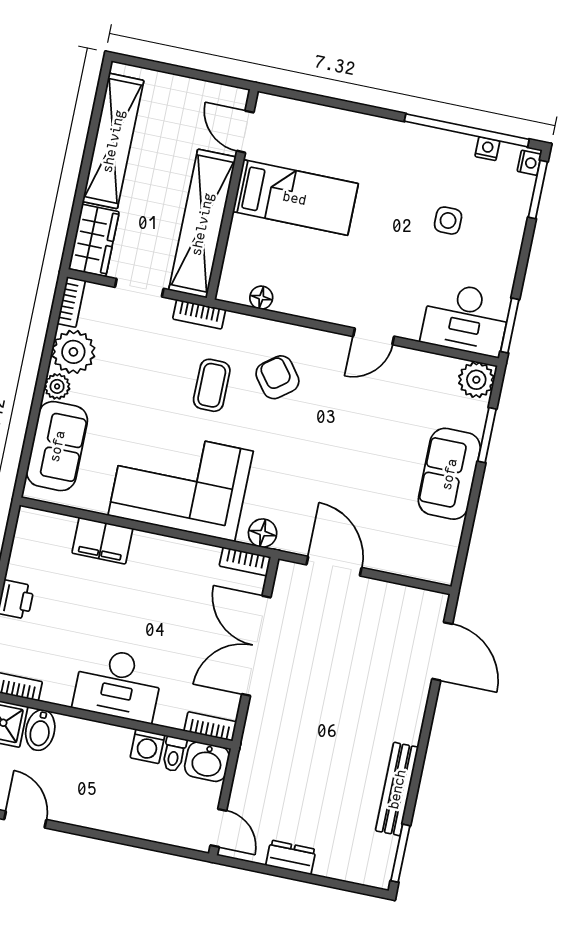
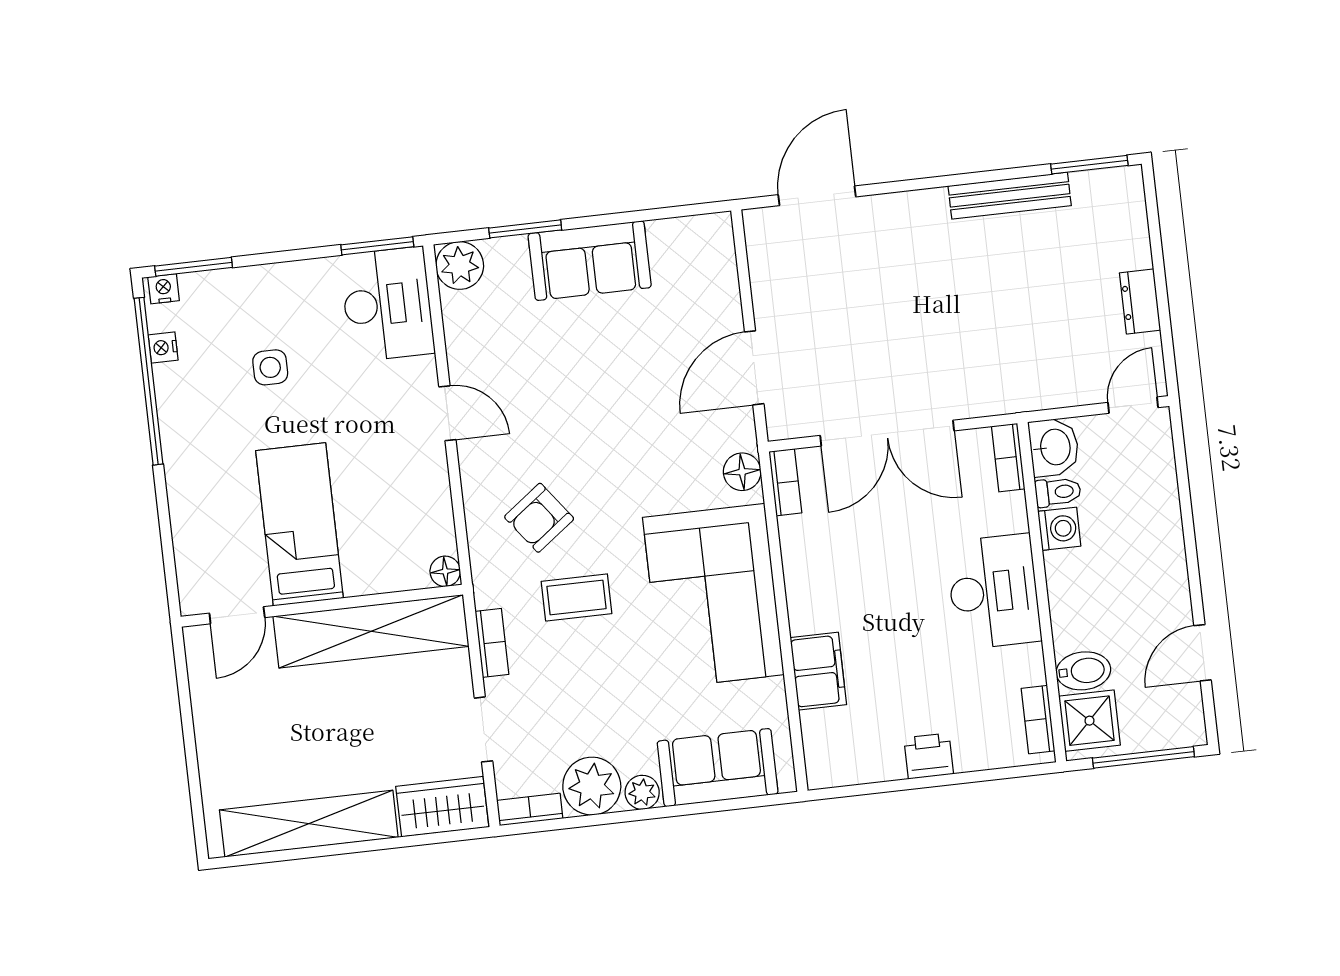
door: (245, 132) -> (237, 615), moved
wall: (232, 194) -> (322, 606), moved
bed: (295, 198) -> (299, 524), moved
shelving: (202, 224) -> (371, 631), moved

